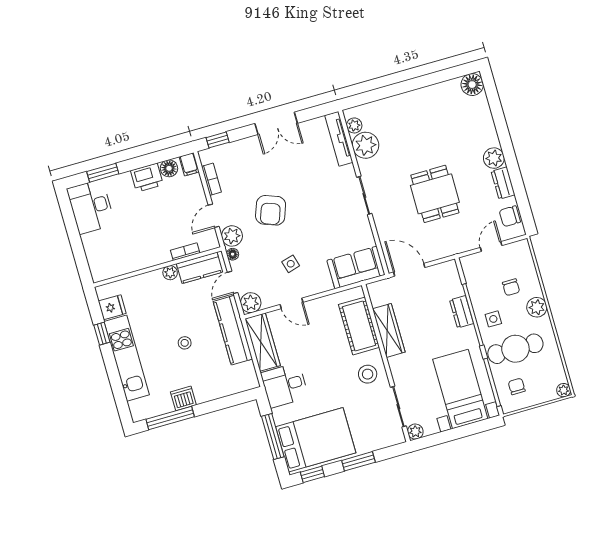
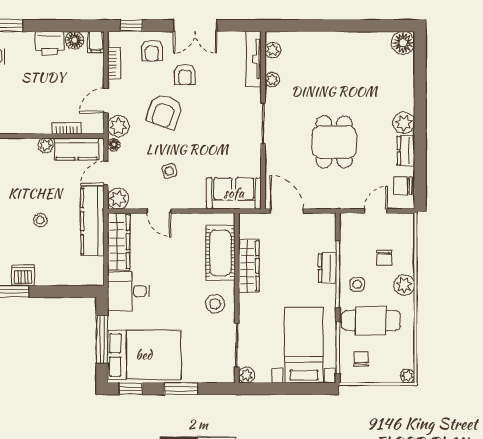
plant: (366, 145) -> (272, 80), width x0.53, depth x0.53
armchair: (243, 157) -> (152, 51), added
armchair: (280, 171) -> (185, 75), added

